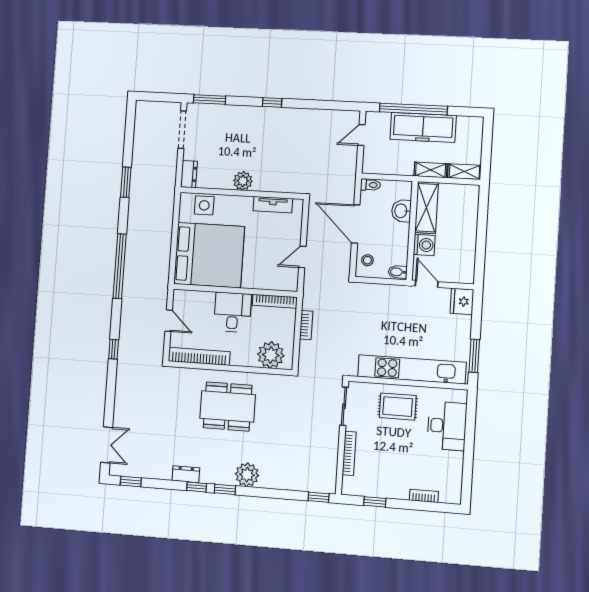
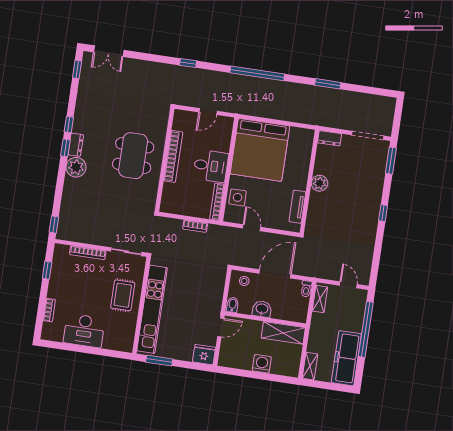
freezer: (423, 127) -> (346, 358), moved
shelving: (431, 170) -> (320, 299), moved
side table: (204, 205) -> (238, 197), moved
washbasin: (401, 211) -> (262, 309), moved
washing machine: (424, 245) -> (262, 364), moved, turned 180
plant: (271, 355) -> (173, 195), removed
bookcase: (199, 356) -> (173, 156), moved
desk: (447, 426) -> (84, 330), moved
dresser: (186, 474) -> (76, 145), moved

